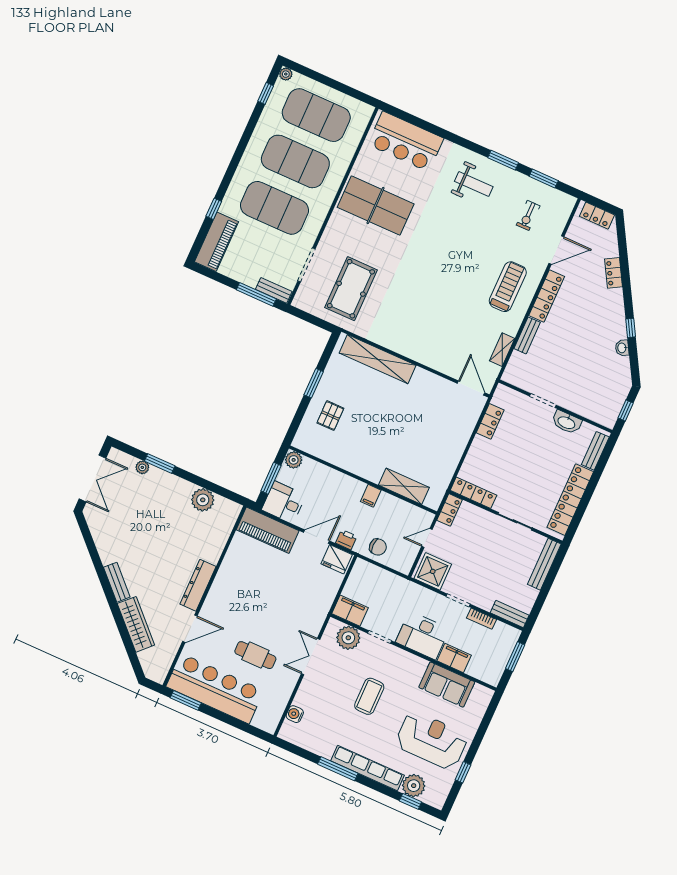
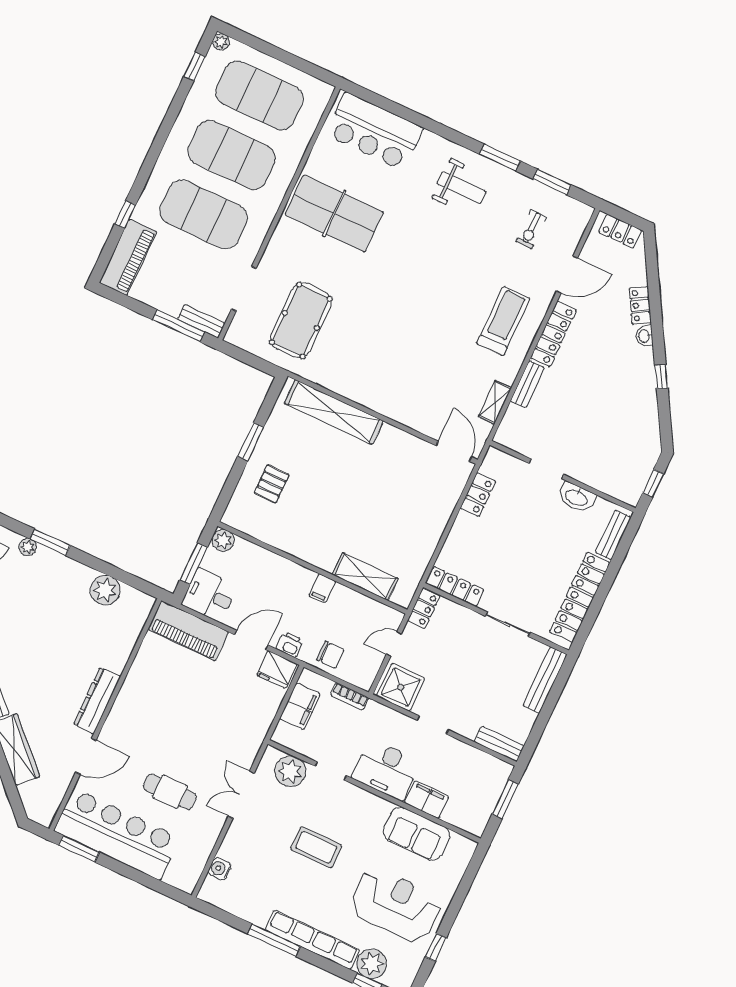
washbasin: (622, 348) -> (644, 336), moved
filing cabinet: (350, 611) -> (300, 706), moved, turned 90
bookcase: (482, 619) -> (350, 696), moved
coffee table: (369, 696) -> (316, 847), turned 90

